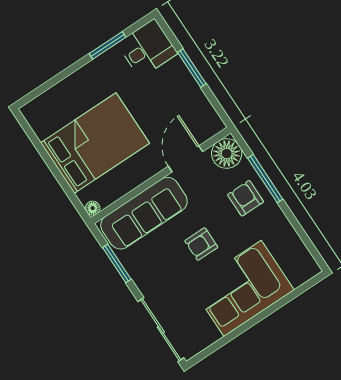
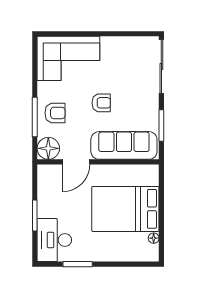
desk: (147, 49) -> (54, 240), width x1.37
armchair: (246, 198) -> (55, 113), turned -90
floor lamp: (93, 208) -> (154, 238), moved
corner sofa: (243, 288) -> (68, 58), moved

